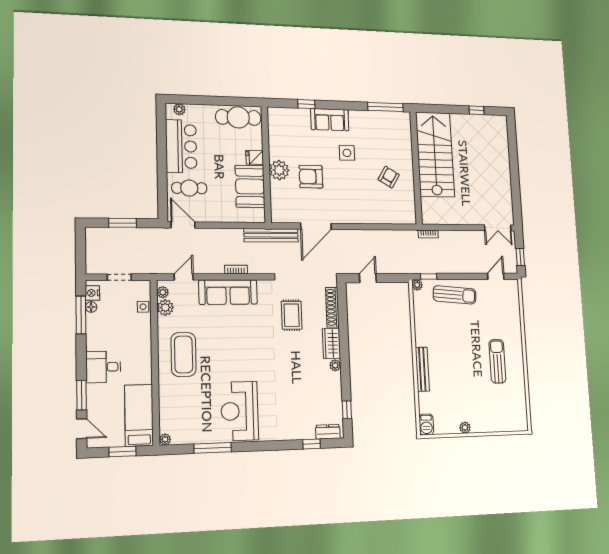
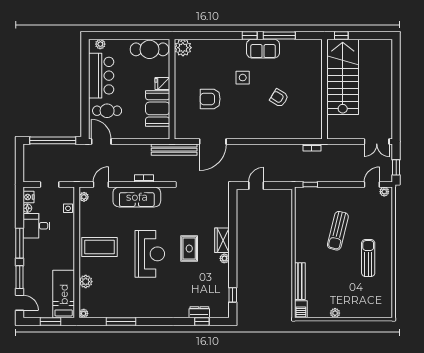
window: (306, 104) -> (250, 36), moved
window: (477, 110) -> (341, 36), moved
sofa: (330, 120) -> (263, 49), moved
stairs: (435, 154) -> (343, 77), moved
wall: (416, 168) -> (325, 89), moved
plant: (279, 170) -> (183, 48), moved
armchair: (389, 177) -> (279, 98), turned -89
window: (123, 223) -> (53, 140), width x2.11
plant: (417, 285) -> (384, 192), moved
sun lounger: (455, 295) -> (338, 231), moved, turned 99
shoe rack: (332, 307) -> (224, 210), removed
plant: (165, 308) -> (86, 282), moved
window: (81, 315) -> (20, 243), moved
rug: (292, 315) -> (189, 249), moved
coffee table: (184, 354) -> (99, 247), turned 90
desk: (103, 367) -> (36, 226), moved
bench: (422, 369) -> (300, 281), moved
reception desk: (240, 411) -> (150, 254), moved, turned 180
dresser: (328, 432) -> (199, 312), moved

